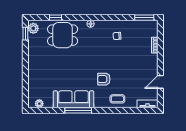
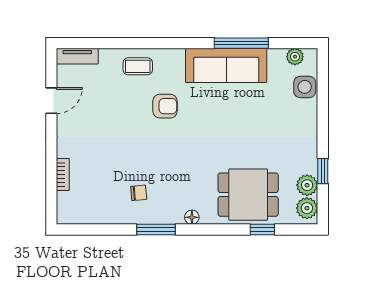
window: (144, 18) -> (156, 229), moved
window: (25, 34) -> (323, 171), moved
plant: (33, 40) -> (307, 185), added
side table: (34, 89) -> (305, 87), added
window: (78, 110) -> (241, 43), moved

